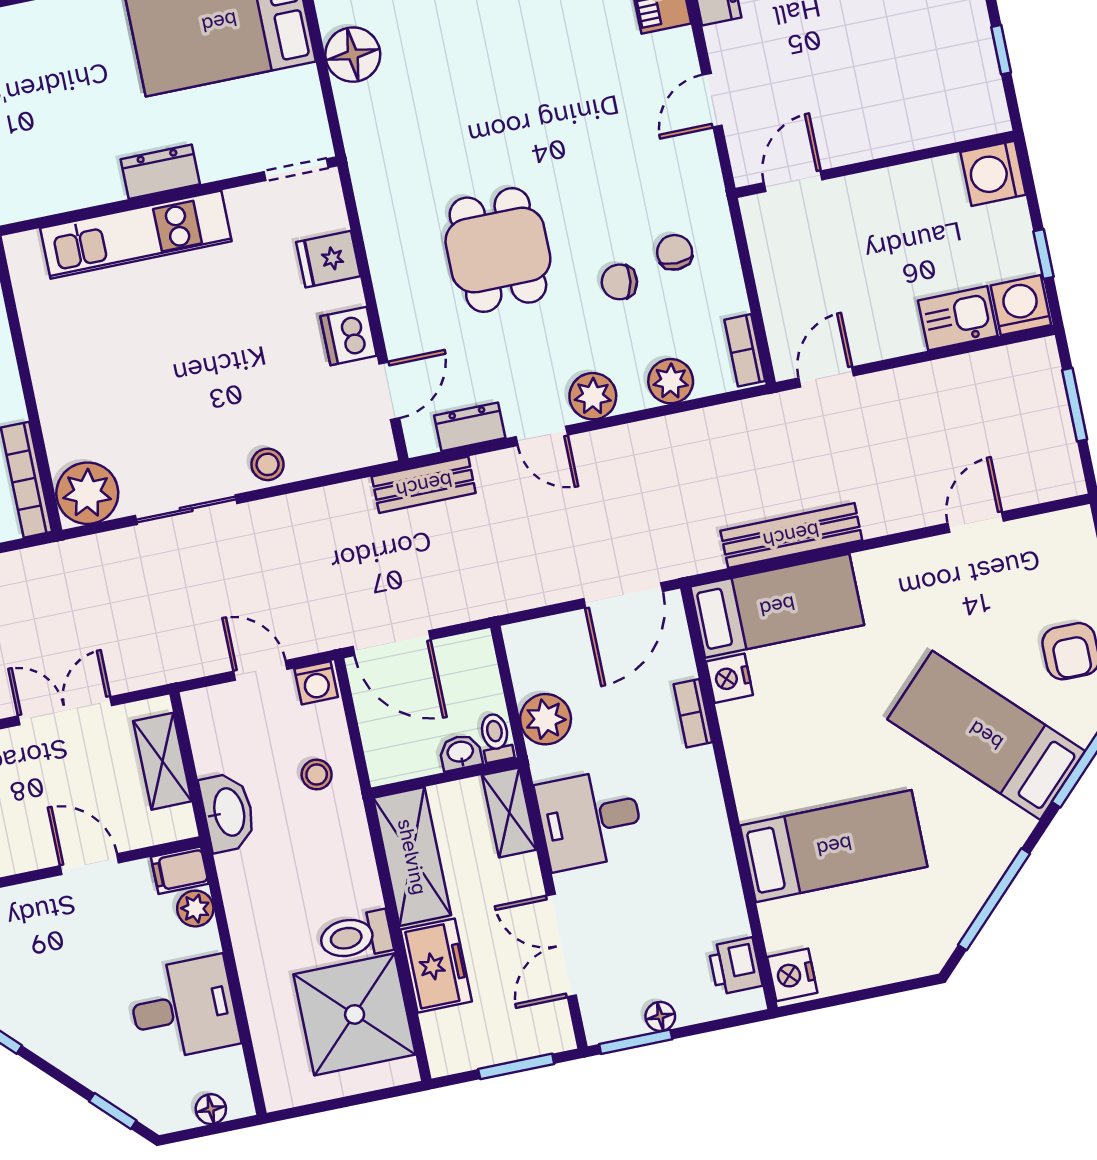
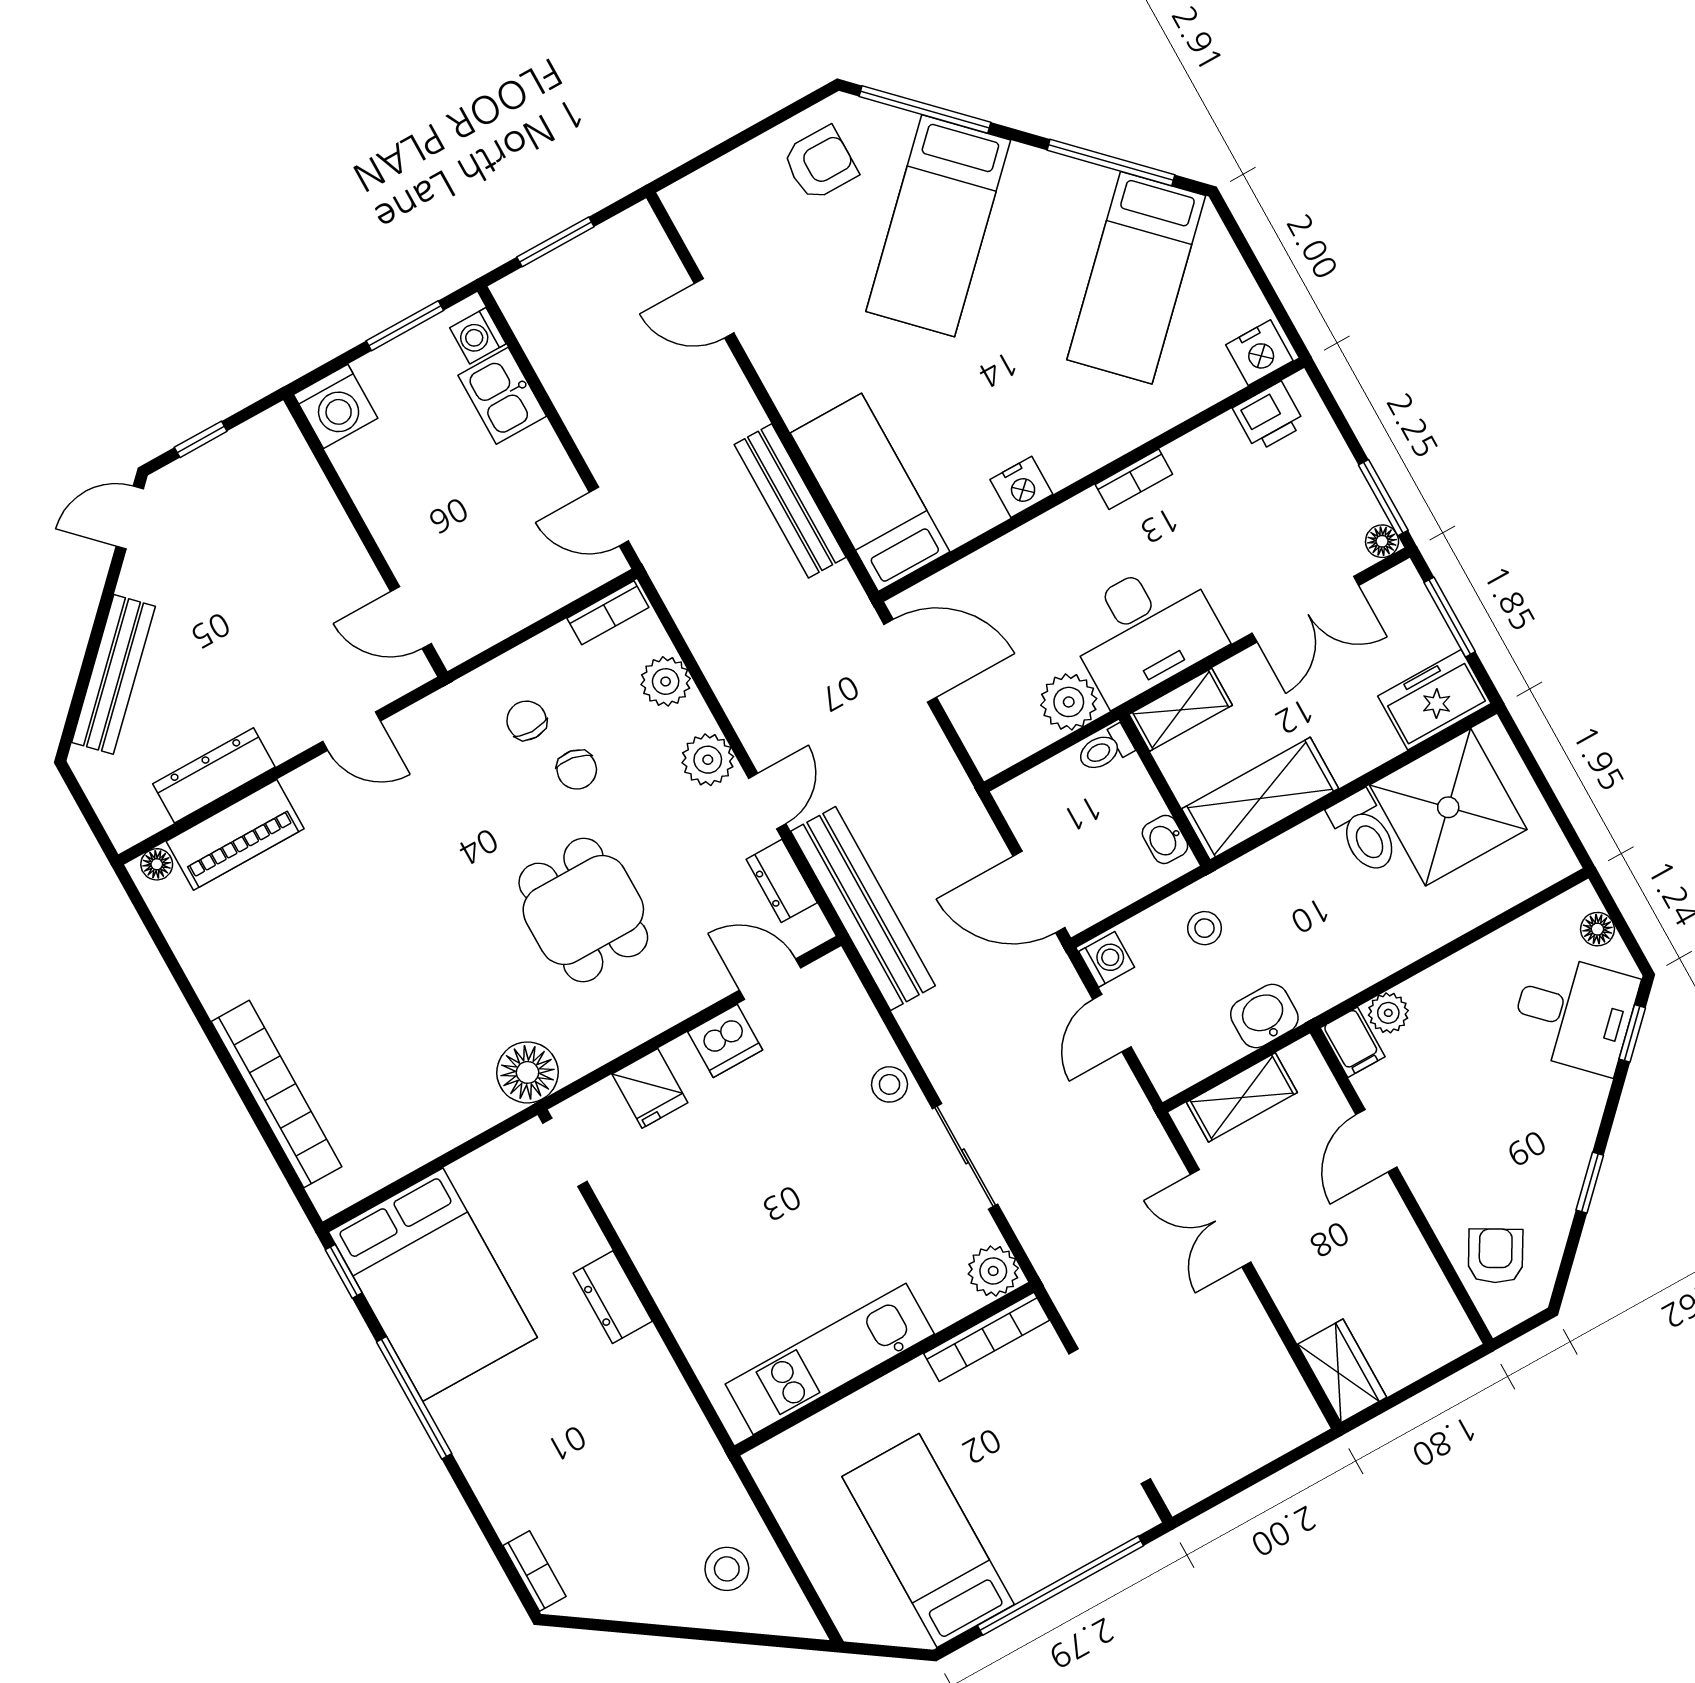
floor lamp: (353, 55) -> (528, 1072), moved
kitchen unit: (136, 235) -> (830, 1359), moved, turned -90
dining table: (498, 250) -> (583, 910), turned 90
chair: (675, 252) -> (527, 720), turned 90
window: (1043, 254) -> (405, 326), width x1.50
washing machine: (1021, 305) -> (478, 336), width x0.73, depth x0.73
bench: (424, 485) -> (863, 909), width x1.86, depth x1.21
plant: (87, 493) -> (993, 1271), width x0.73, depth x0.73
door: (392, 643) -> (1039, 892), swing flipped
nightstand: (729, 678) -> (1021, 487), moved
bookcase: (693, 713) -> (1134, 479), moved
washbasin: (460, 753) -> (1165, 839), moved
washbasin: (228, 812) -> (1264, 1016), width x0.72
desk: (590, 819) -> (1145, 630), width x1.37
bed: (834, 846) -> (1136, 278), moved, turned -135
freezer: (436, 966) -> (1434, 700), moved
desk: (184, 1008) -> (1574, 1013), moved, turned 135
floor lamp: (660, 1016) -> (1382, 541), moved

